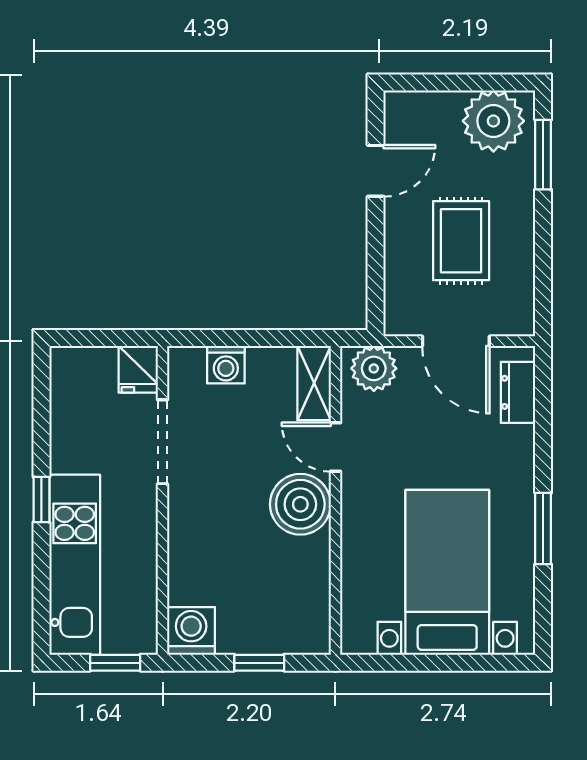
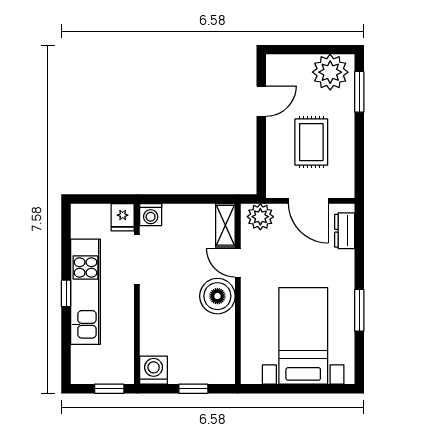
washing machine: (226, 365) -> (151, 215), moved
kitchen unit: (75, 565) -> (86, 292), moved

